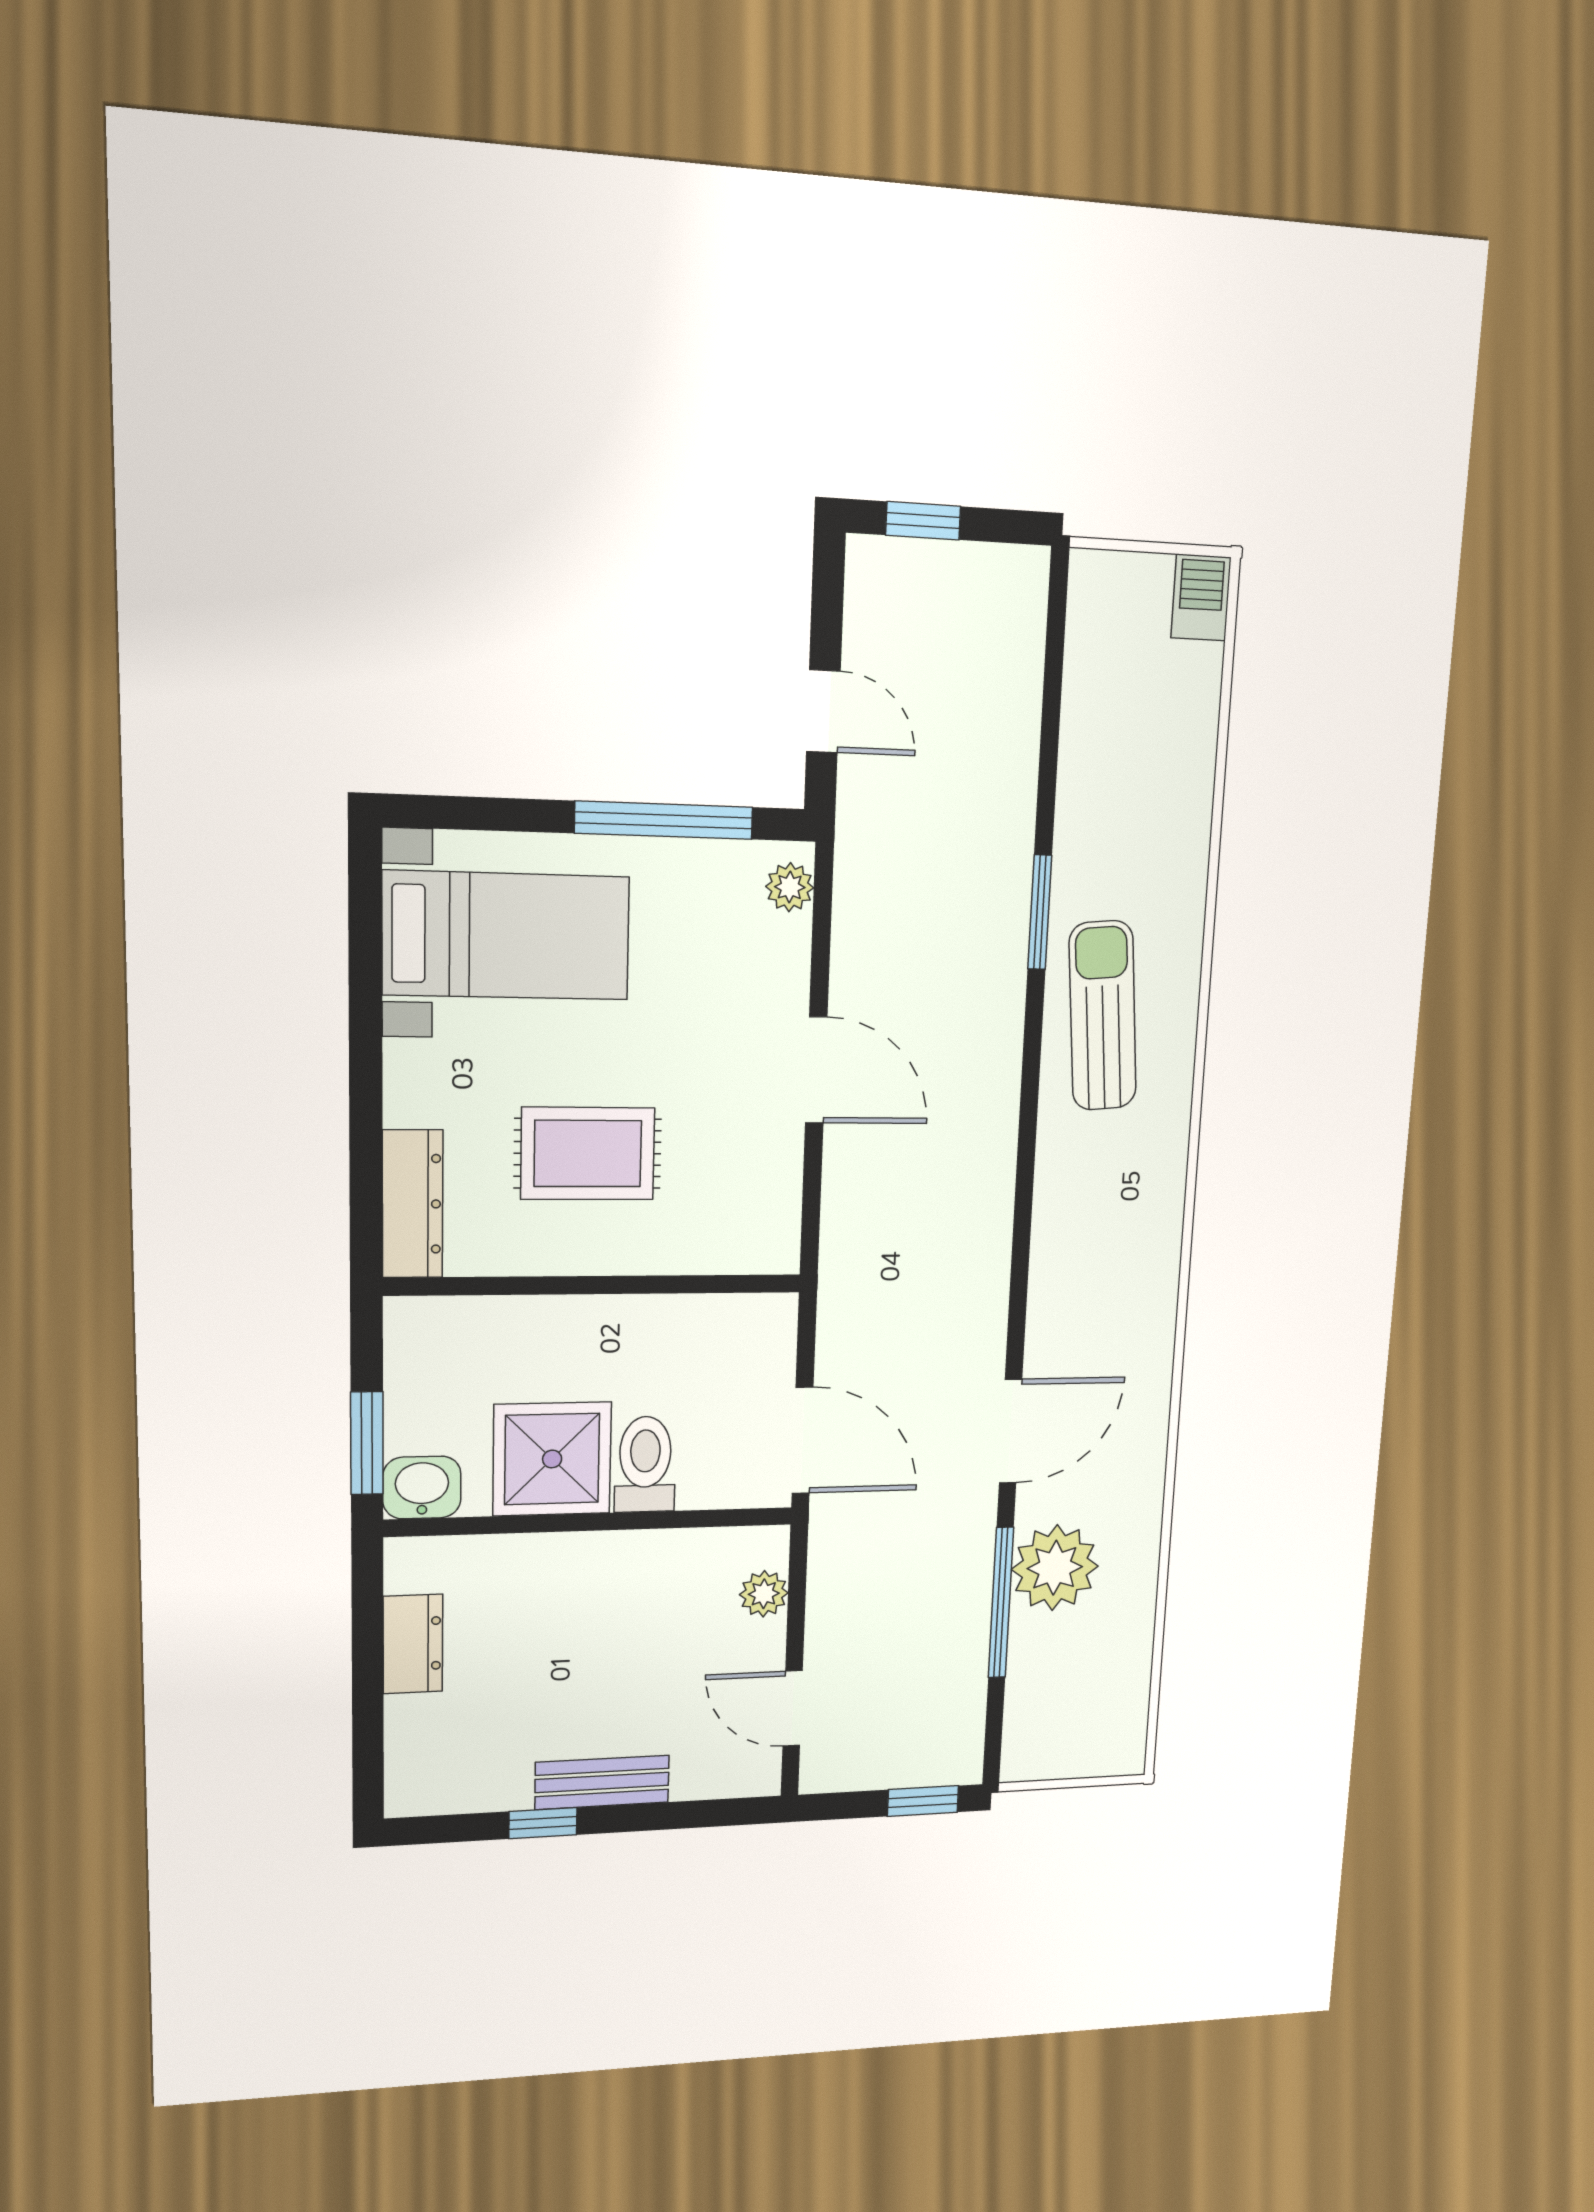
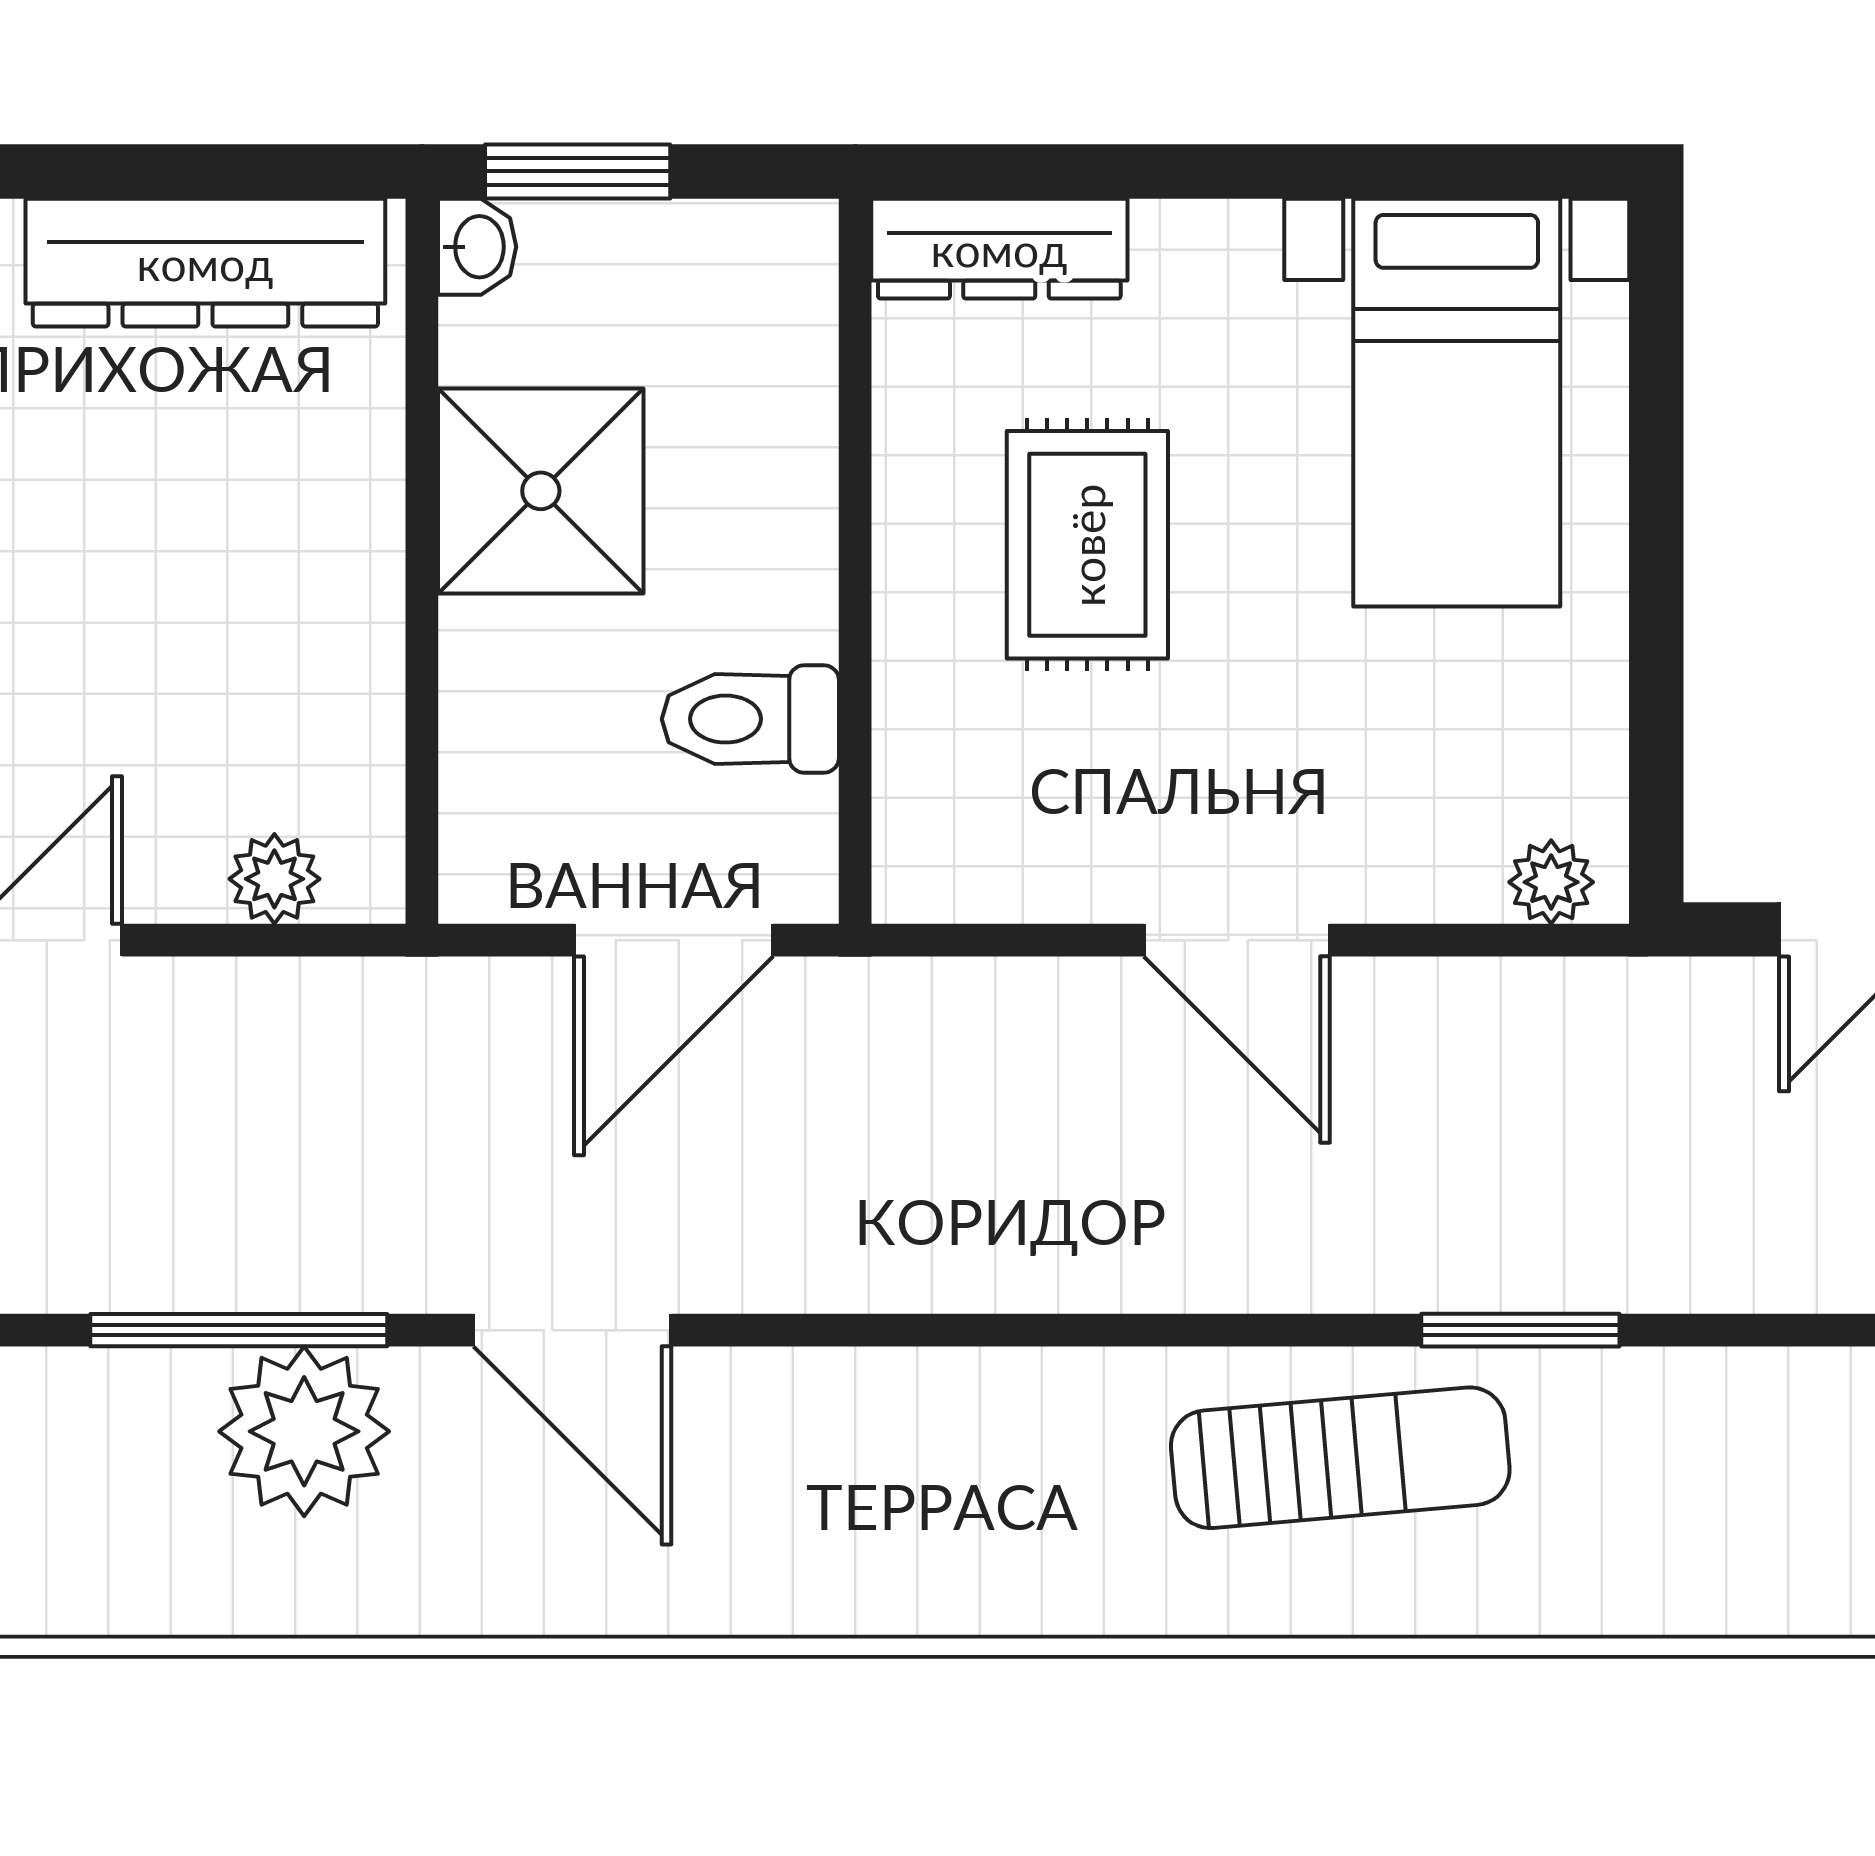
window: (664, 820) -> (1656, 663), removed
door: (816, 1070) -> (1237, 940), hinge flipped
door: (803, 1440) -> (674, 940), moved
toilet: (645, 1464) -> (750, 719), moved, turned 180
washbasin: (422, 1488) -> (477, 247), width x0.72, depth x0.69
dresser: (413, 1644) -> (205, 263), width x1.96, depth x1.24

